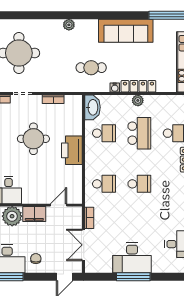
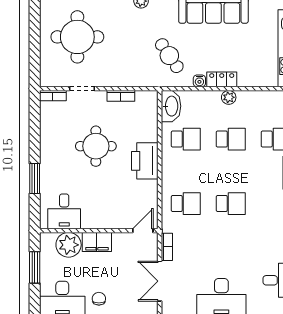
cafe table: (91, 68) -> (169, 56), turned 56
locker: (138, 86) -> (222, 79), width x0.66
school desk: (139, 133) -> (231, 139), width x0.54
door: (58, 205) -> (143, 231), moved

